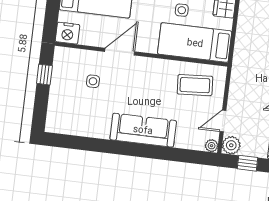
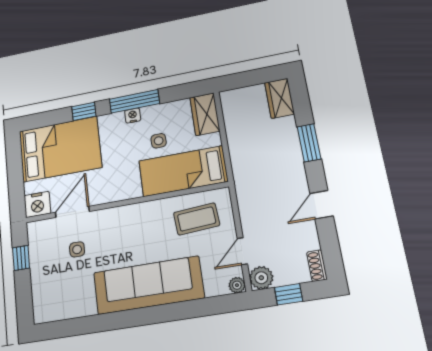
door: (120, 52) -> (72, 212), moved
sofa: (143, 130) -> (148, 285), width x1.36, depth x1.27

